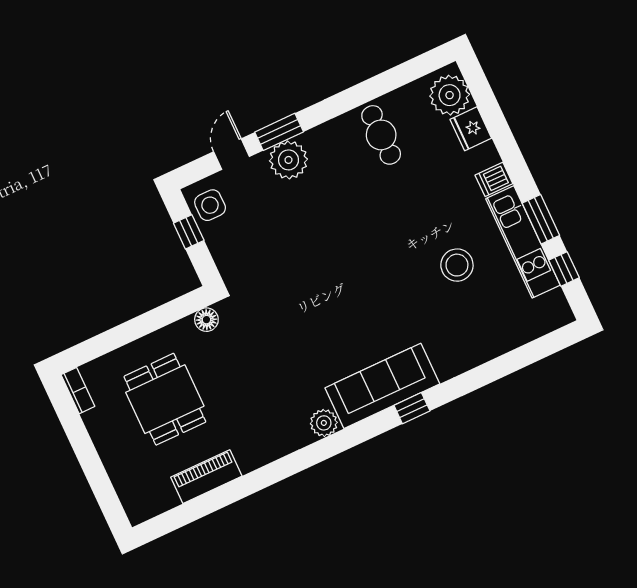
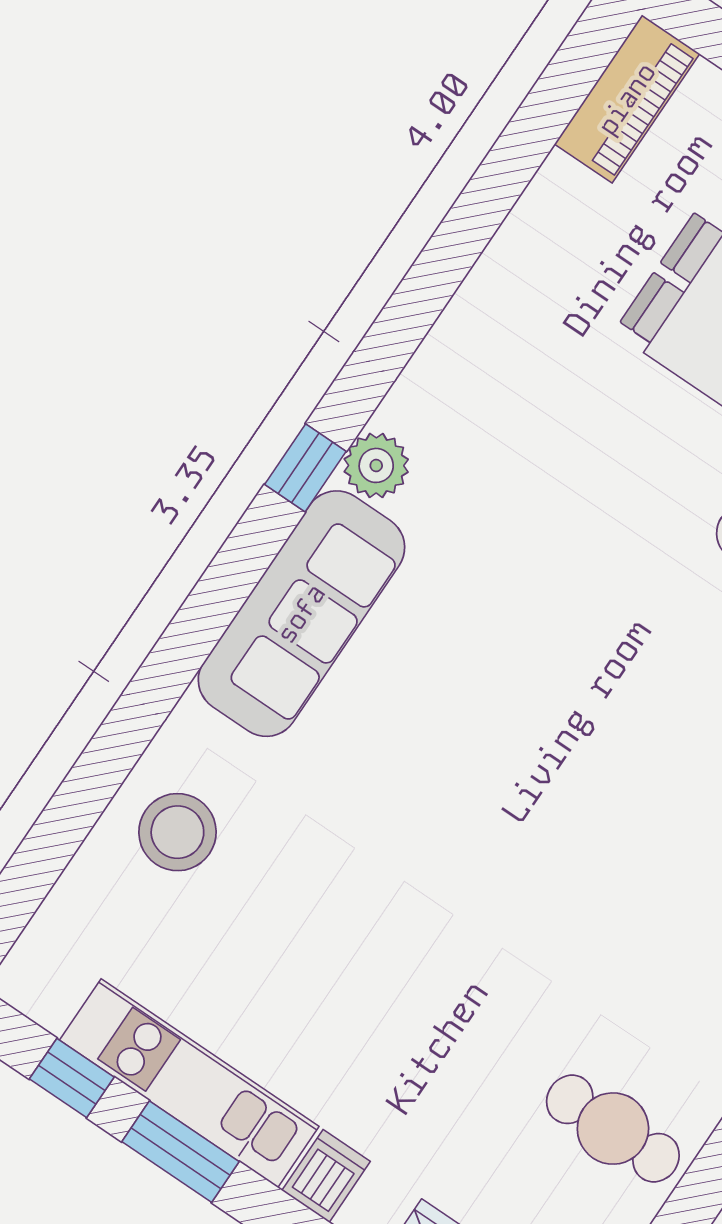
stool: (457, 265) -> (177, 832), moved
window: (412, 408) -> (305, 468), moved
piano: (206, 477) -> (627, 99), moved

